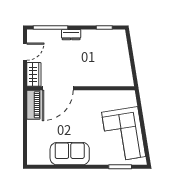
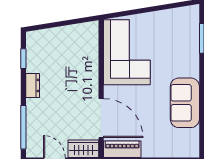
dresser: (71, 35) -> (33, 85), moved
corner sofa: (124, 134) -> (127, 52), moved, turned -81

